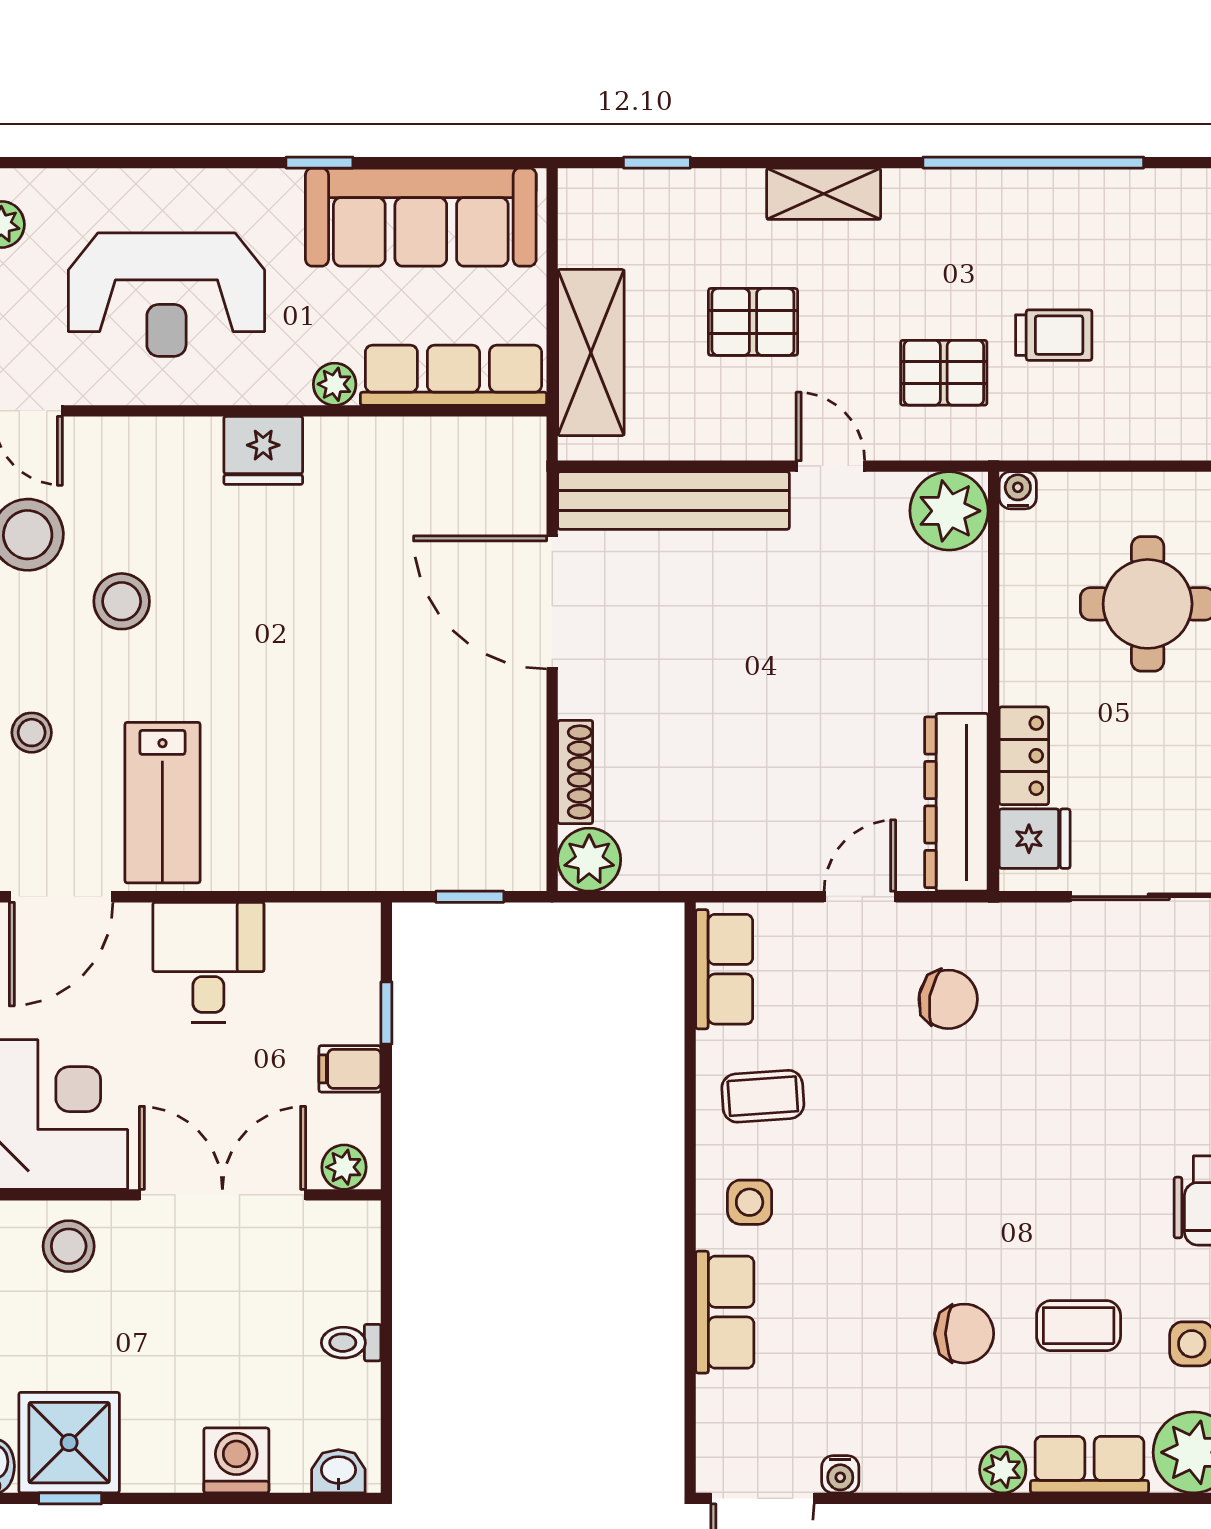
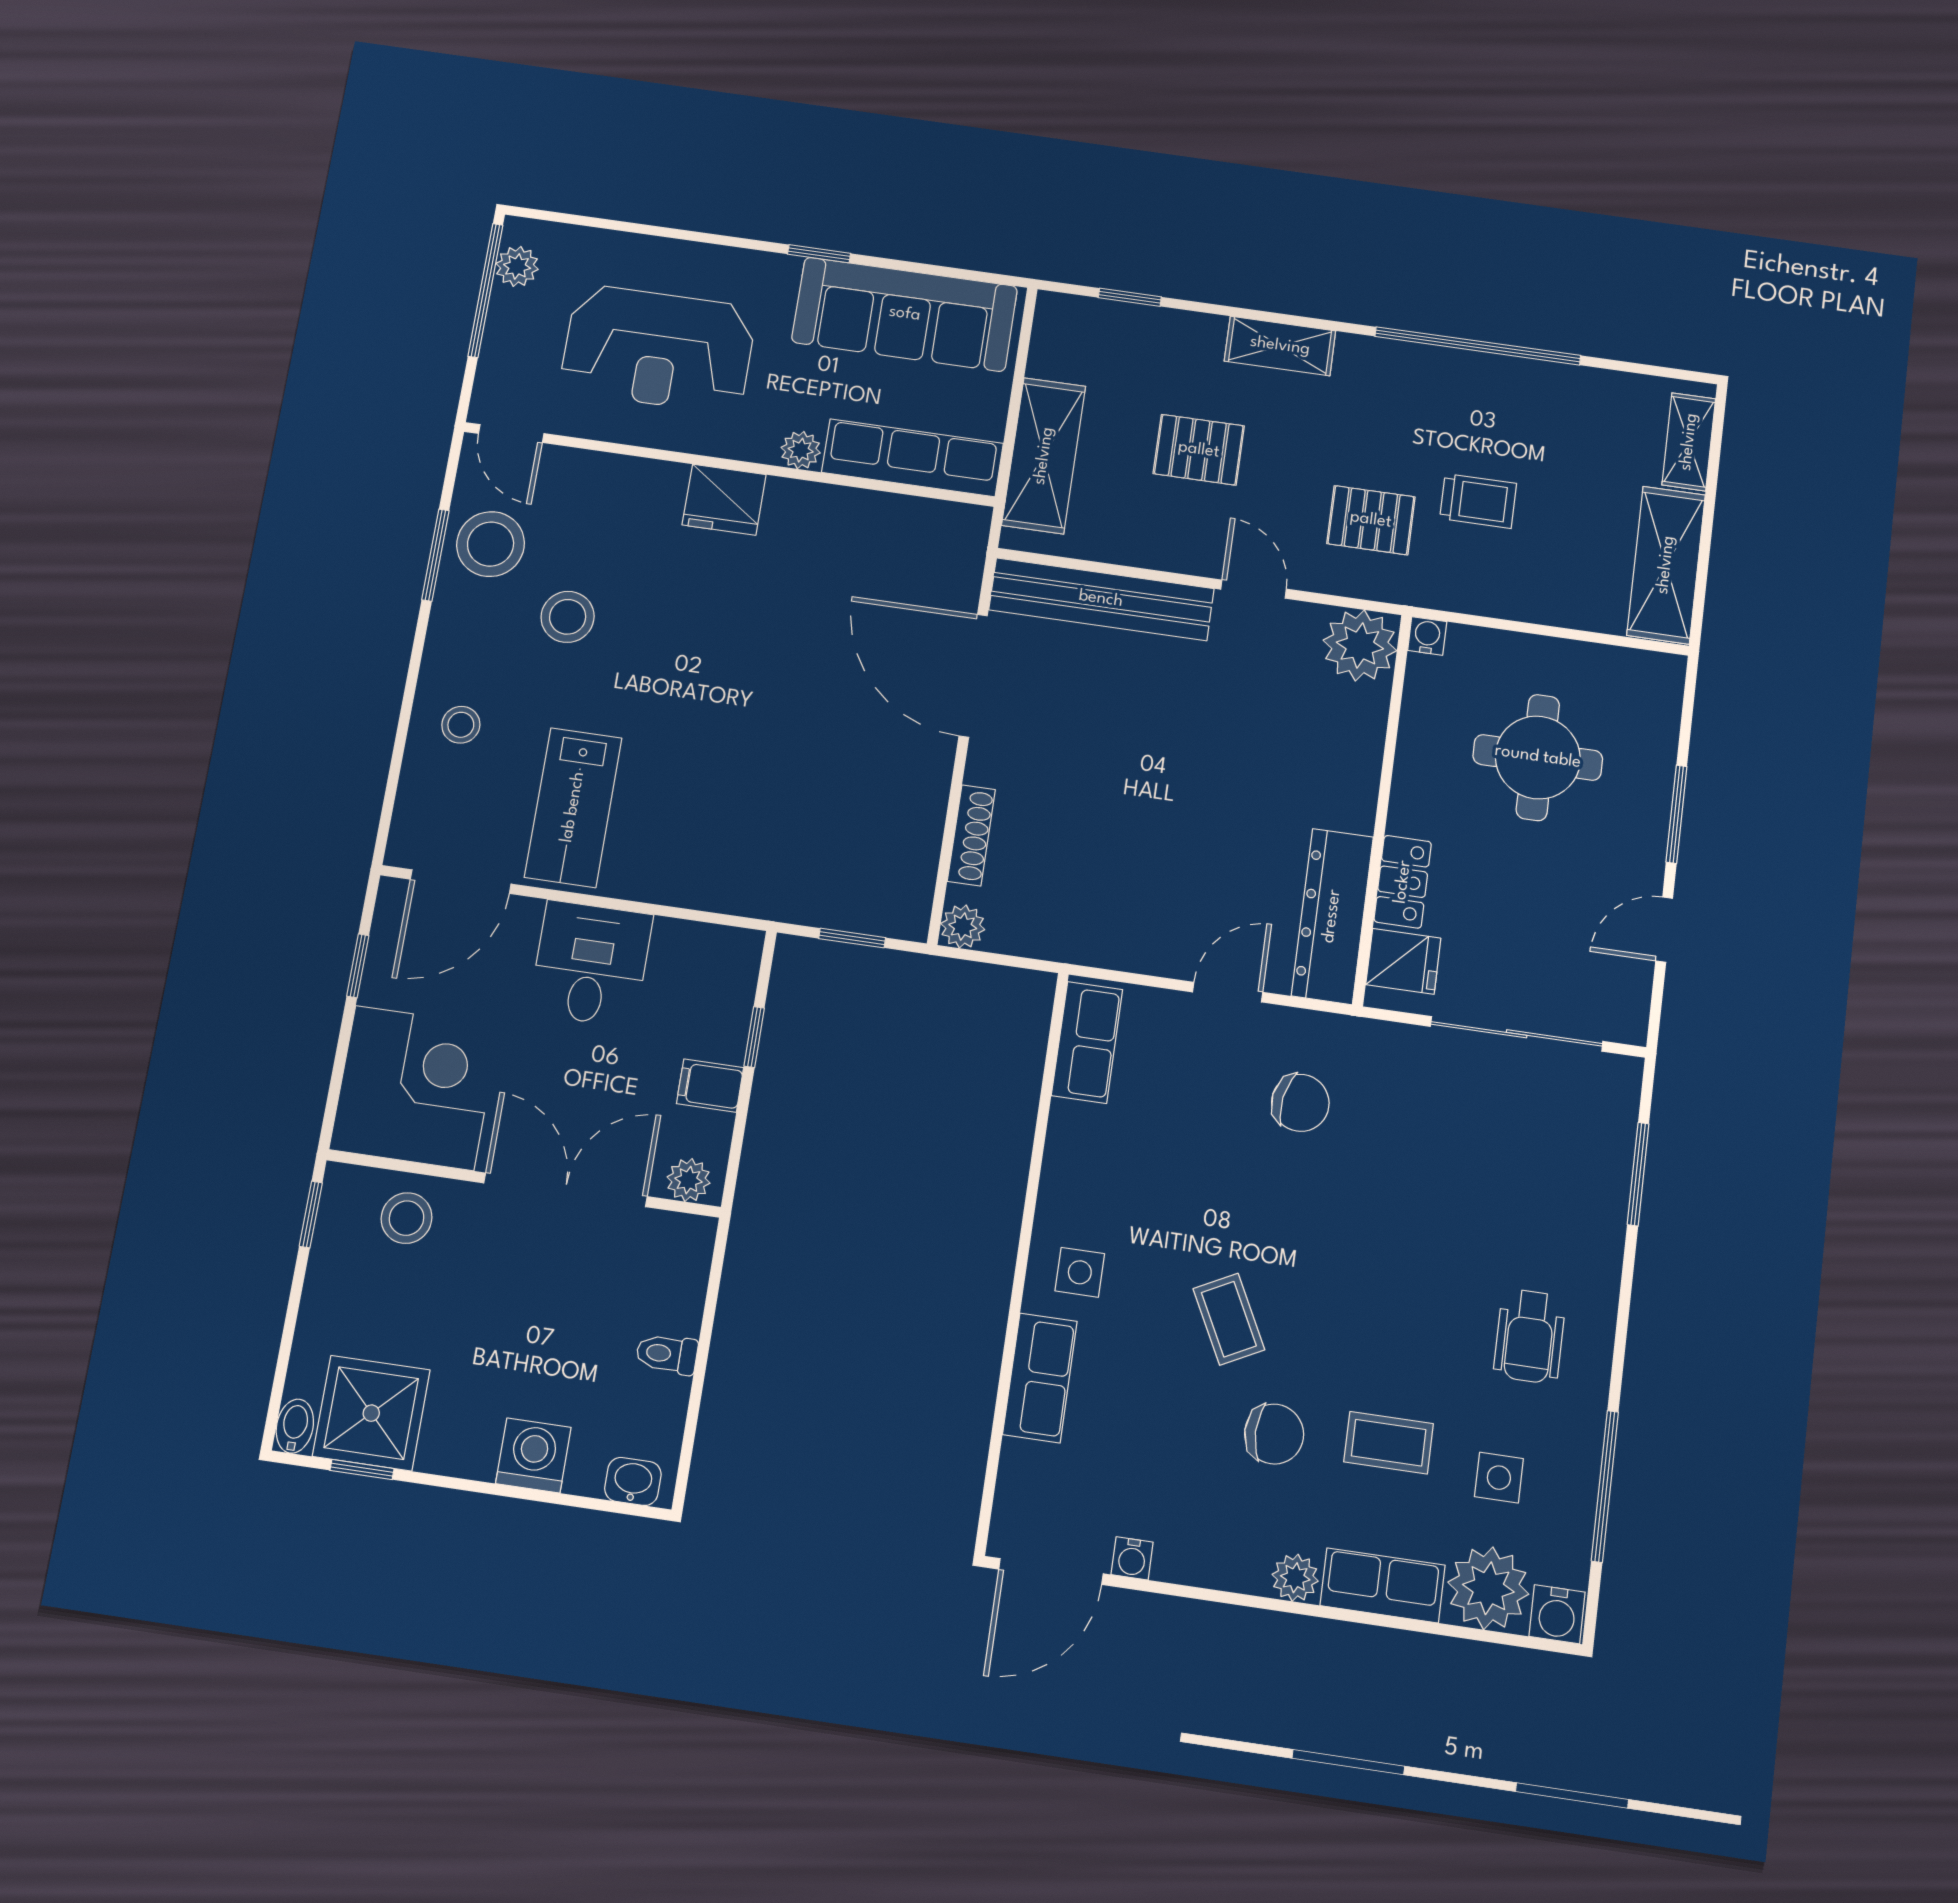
plant: (589, 860) -> (963, 926), width x0.73, depth x0.73
coffee table: (763, 1096) -> (1229, 1319), moved, turned 67

